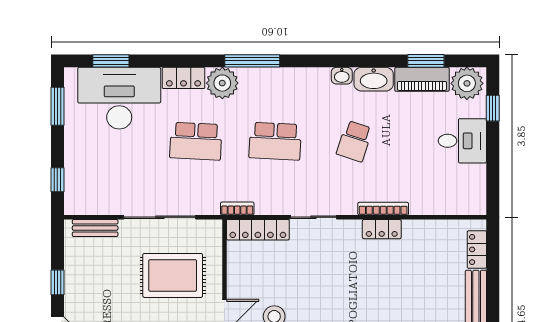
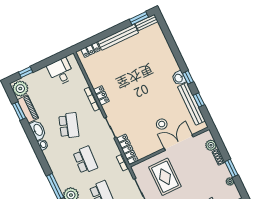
school desk: (354, 141) -> (69, 126), width x1.85
desk: (462, 141) -> (61, 72), moved

